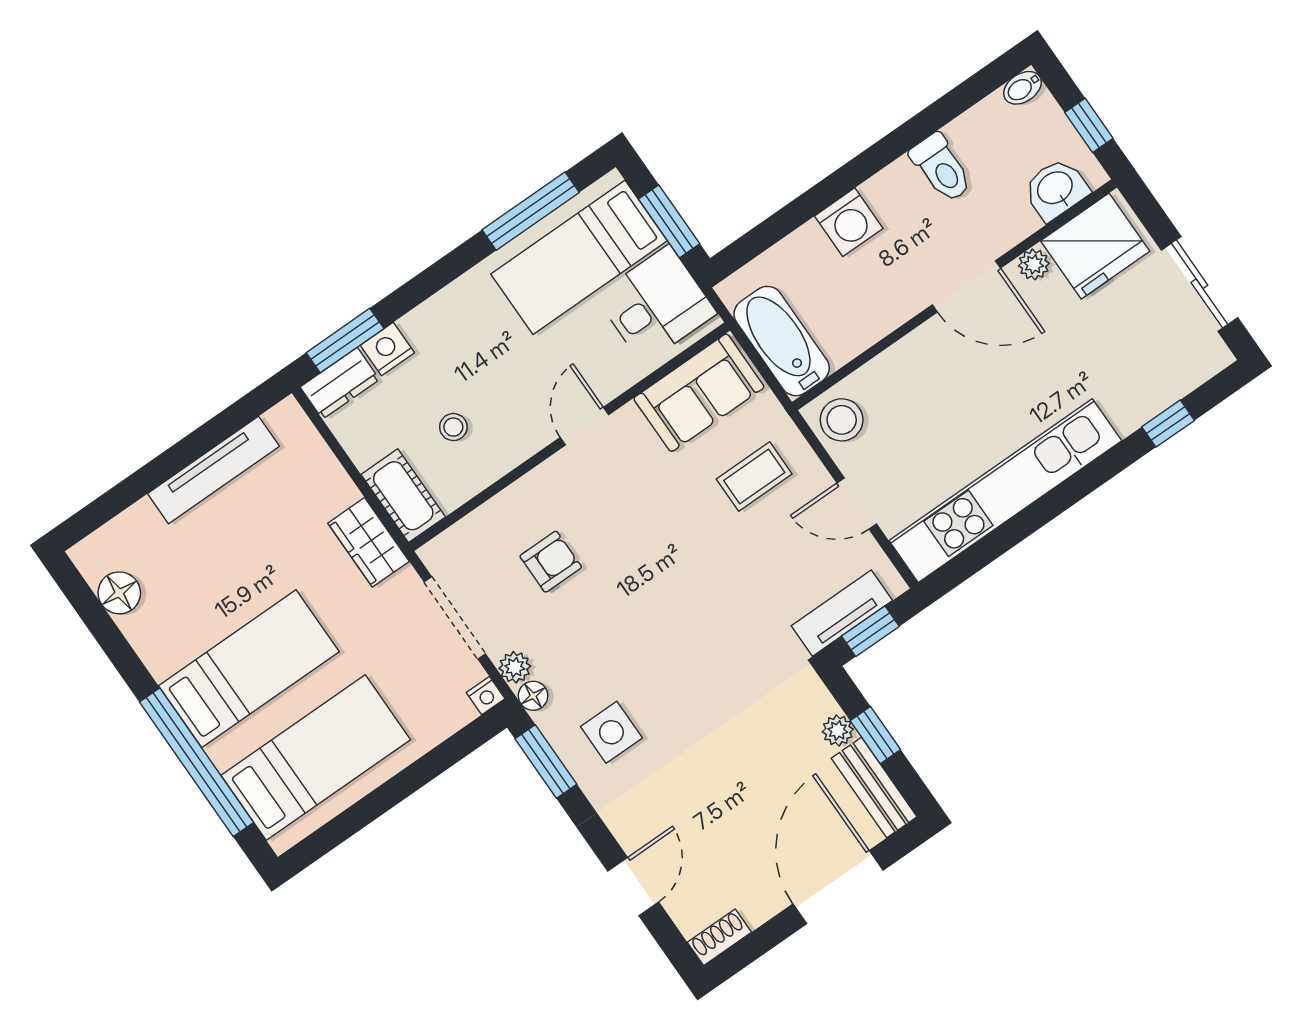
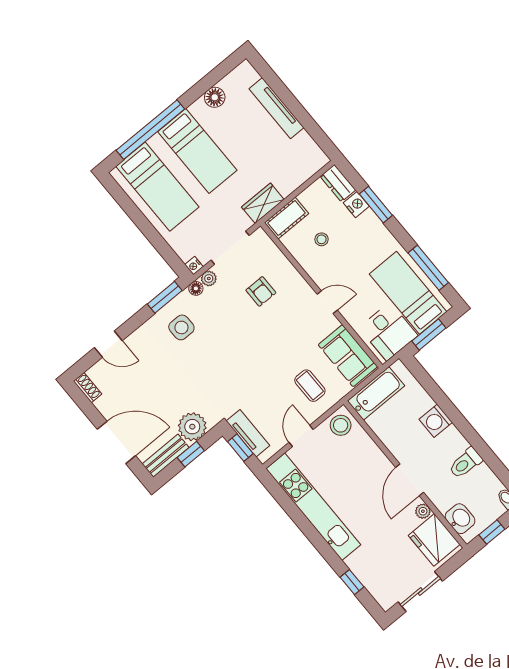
window: (345, 341) -> (376, 205), moved
tv unit: (213, 470) -> (276, 108), moved
floor lamp: (119, 593) -> (215, 97), moved
plant: (838, 731) -> (192, 427), width x1.88, depth x1.88

